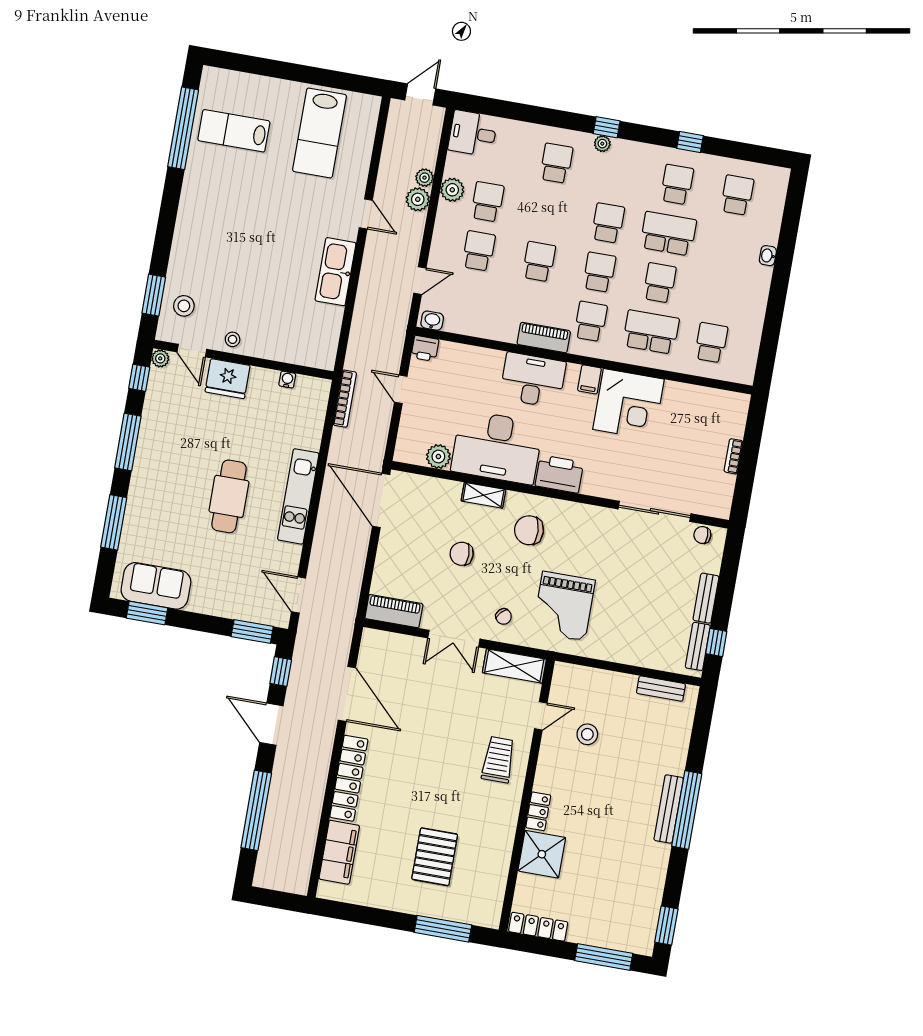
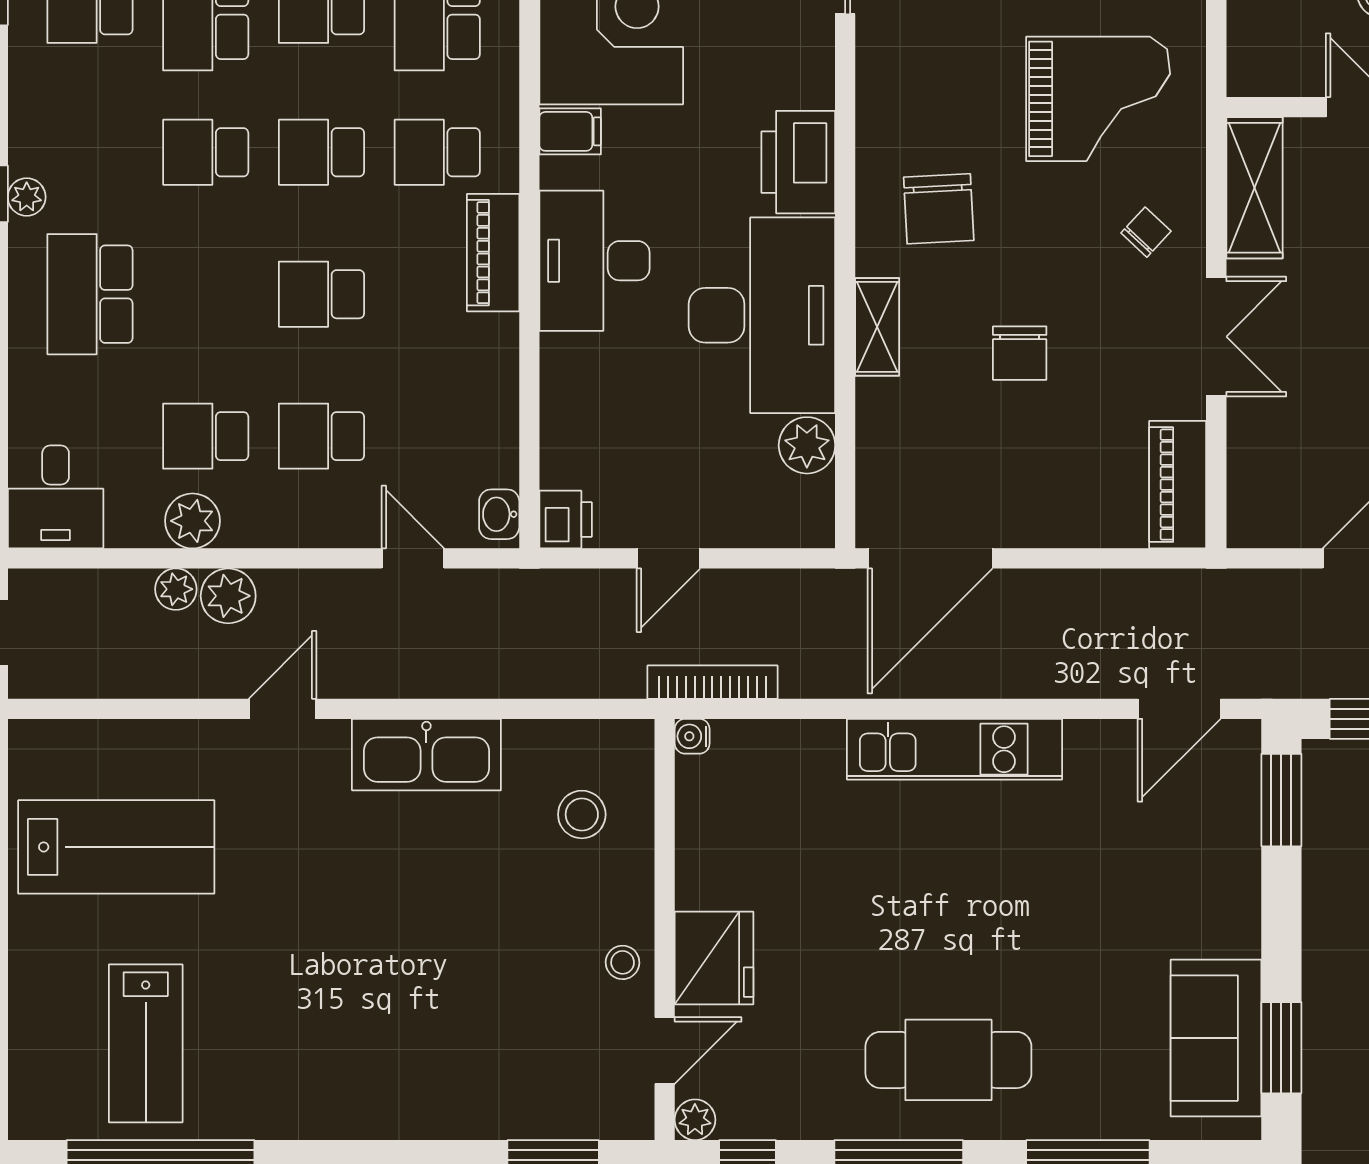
school desk: (556, 163) -> (90, 294), width x1.85
stool: (184, 306) -> (582, 814), moved
water cooler: (287, 380) -> (692, 736), moved
cafe table: (229, 496) -> (948, 1060), moved

